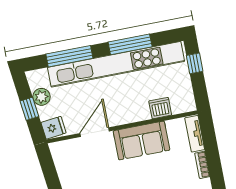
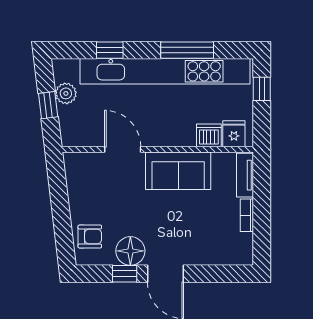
window: (69, 56) -> (110, 50), width x0.46
fridge: (53, 128) -> (234, 134), moved, turned -83
door: (95, 132) -> (123, 149), hinge flipped

